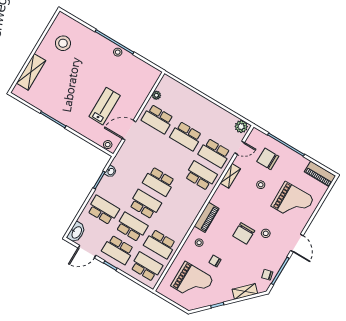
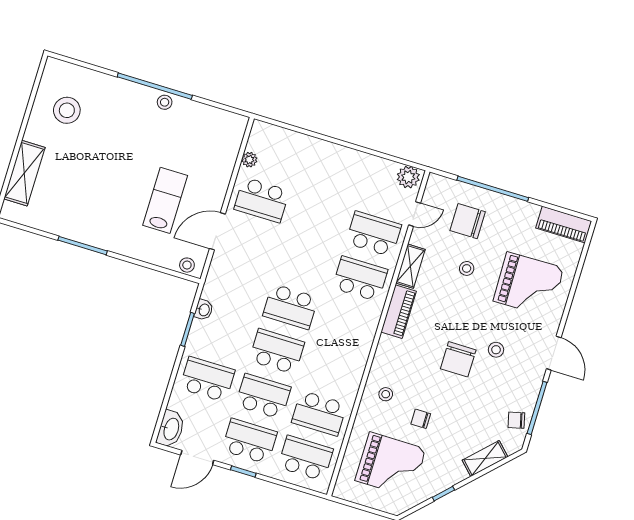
school desk: (186, 136) -> (318, 217), removed
school desk: (214, 153) -> (374, 234), turned 180
piano: (207, 217) -> (399, 312), moved
school desk: (118, 250) -> (250, 441), turned 180

